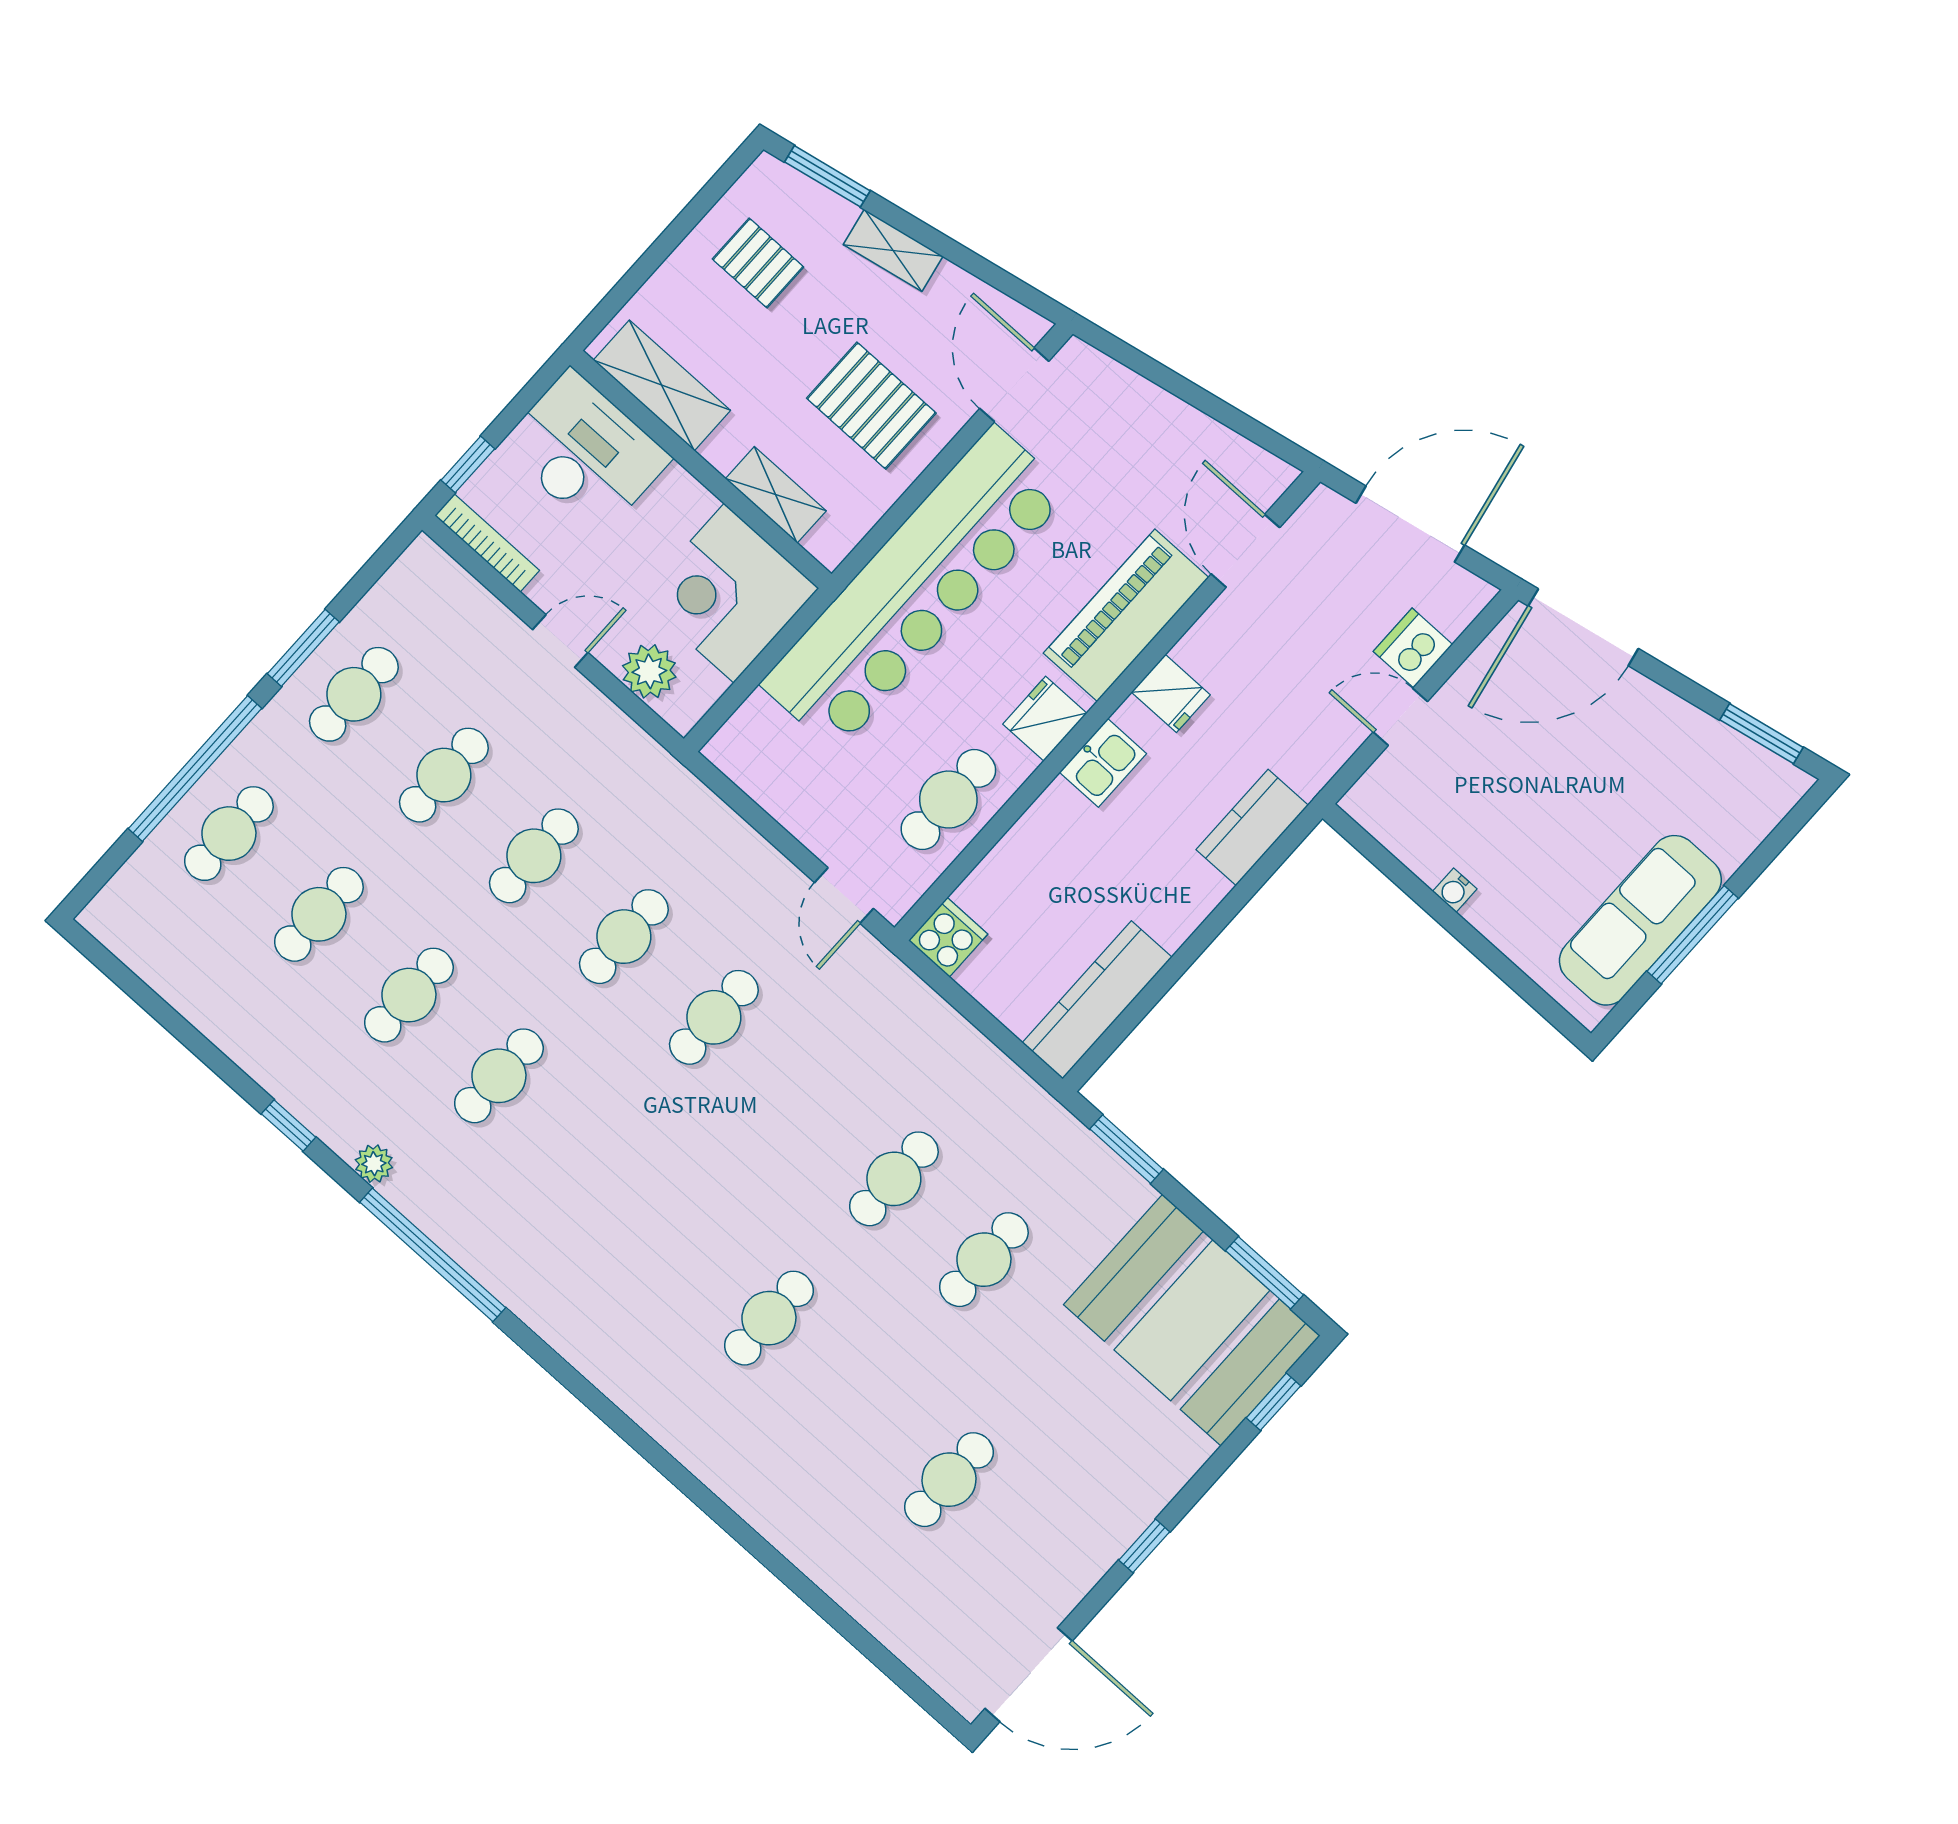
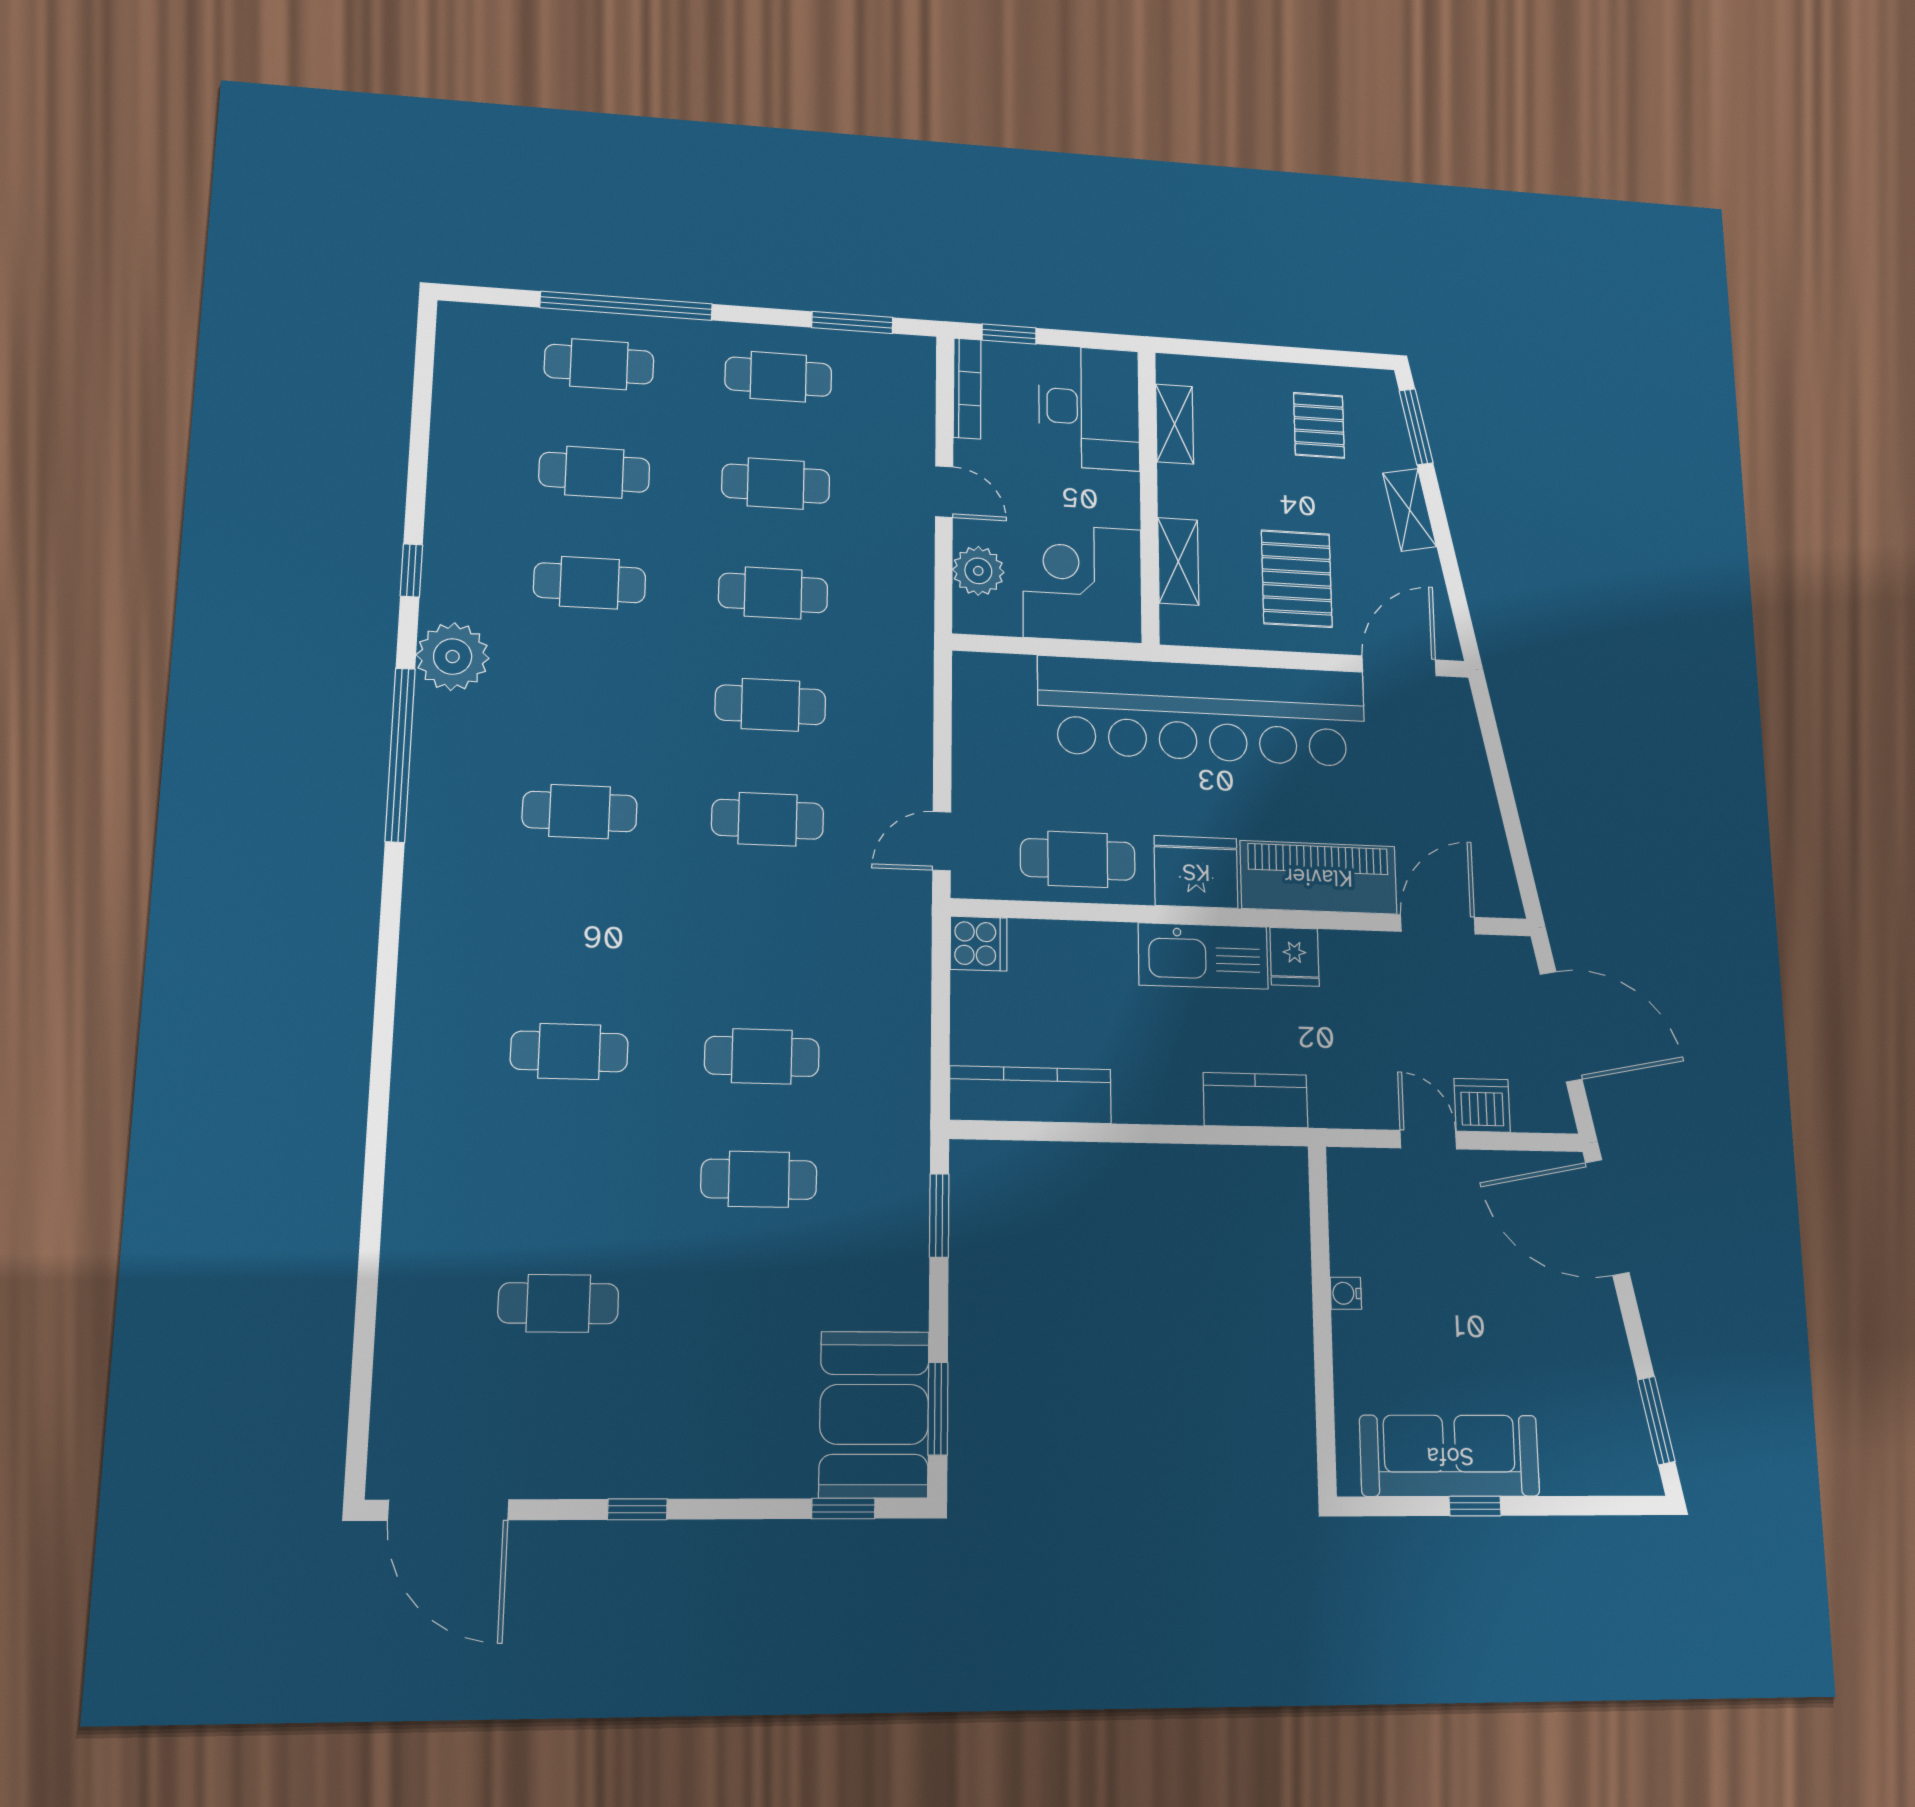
shelving: (662, 385) -> (1175, 424), width x0.67, depth x0.75
window: (303, 648) -> (852, 322), moved
fridge: (1045, 719) -> (1196, 872), width x1.36, depth x1.34
kitchen sink: (1103, 763) -> (1203, 956), width x1.88, depth x1.24
window: (1693, 935) -> (1475, 1506), width x0.46
cafe table: (499, 1076) -> (580, 812), moved
plant: (374, 1164) -> (453, 657), width x1.88, depth x1.88
booth: (1192, 1320) -> (874, 1414), width x0.73, depth x0.70

